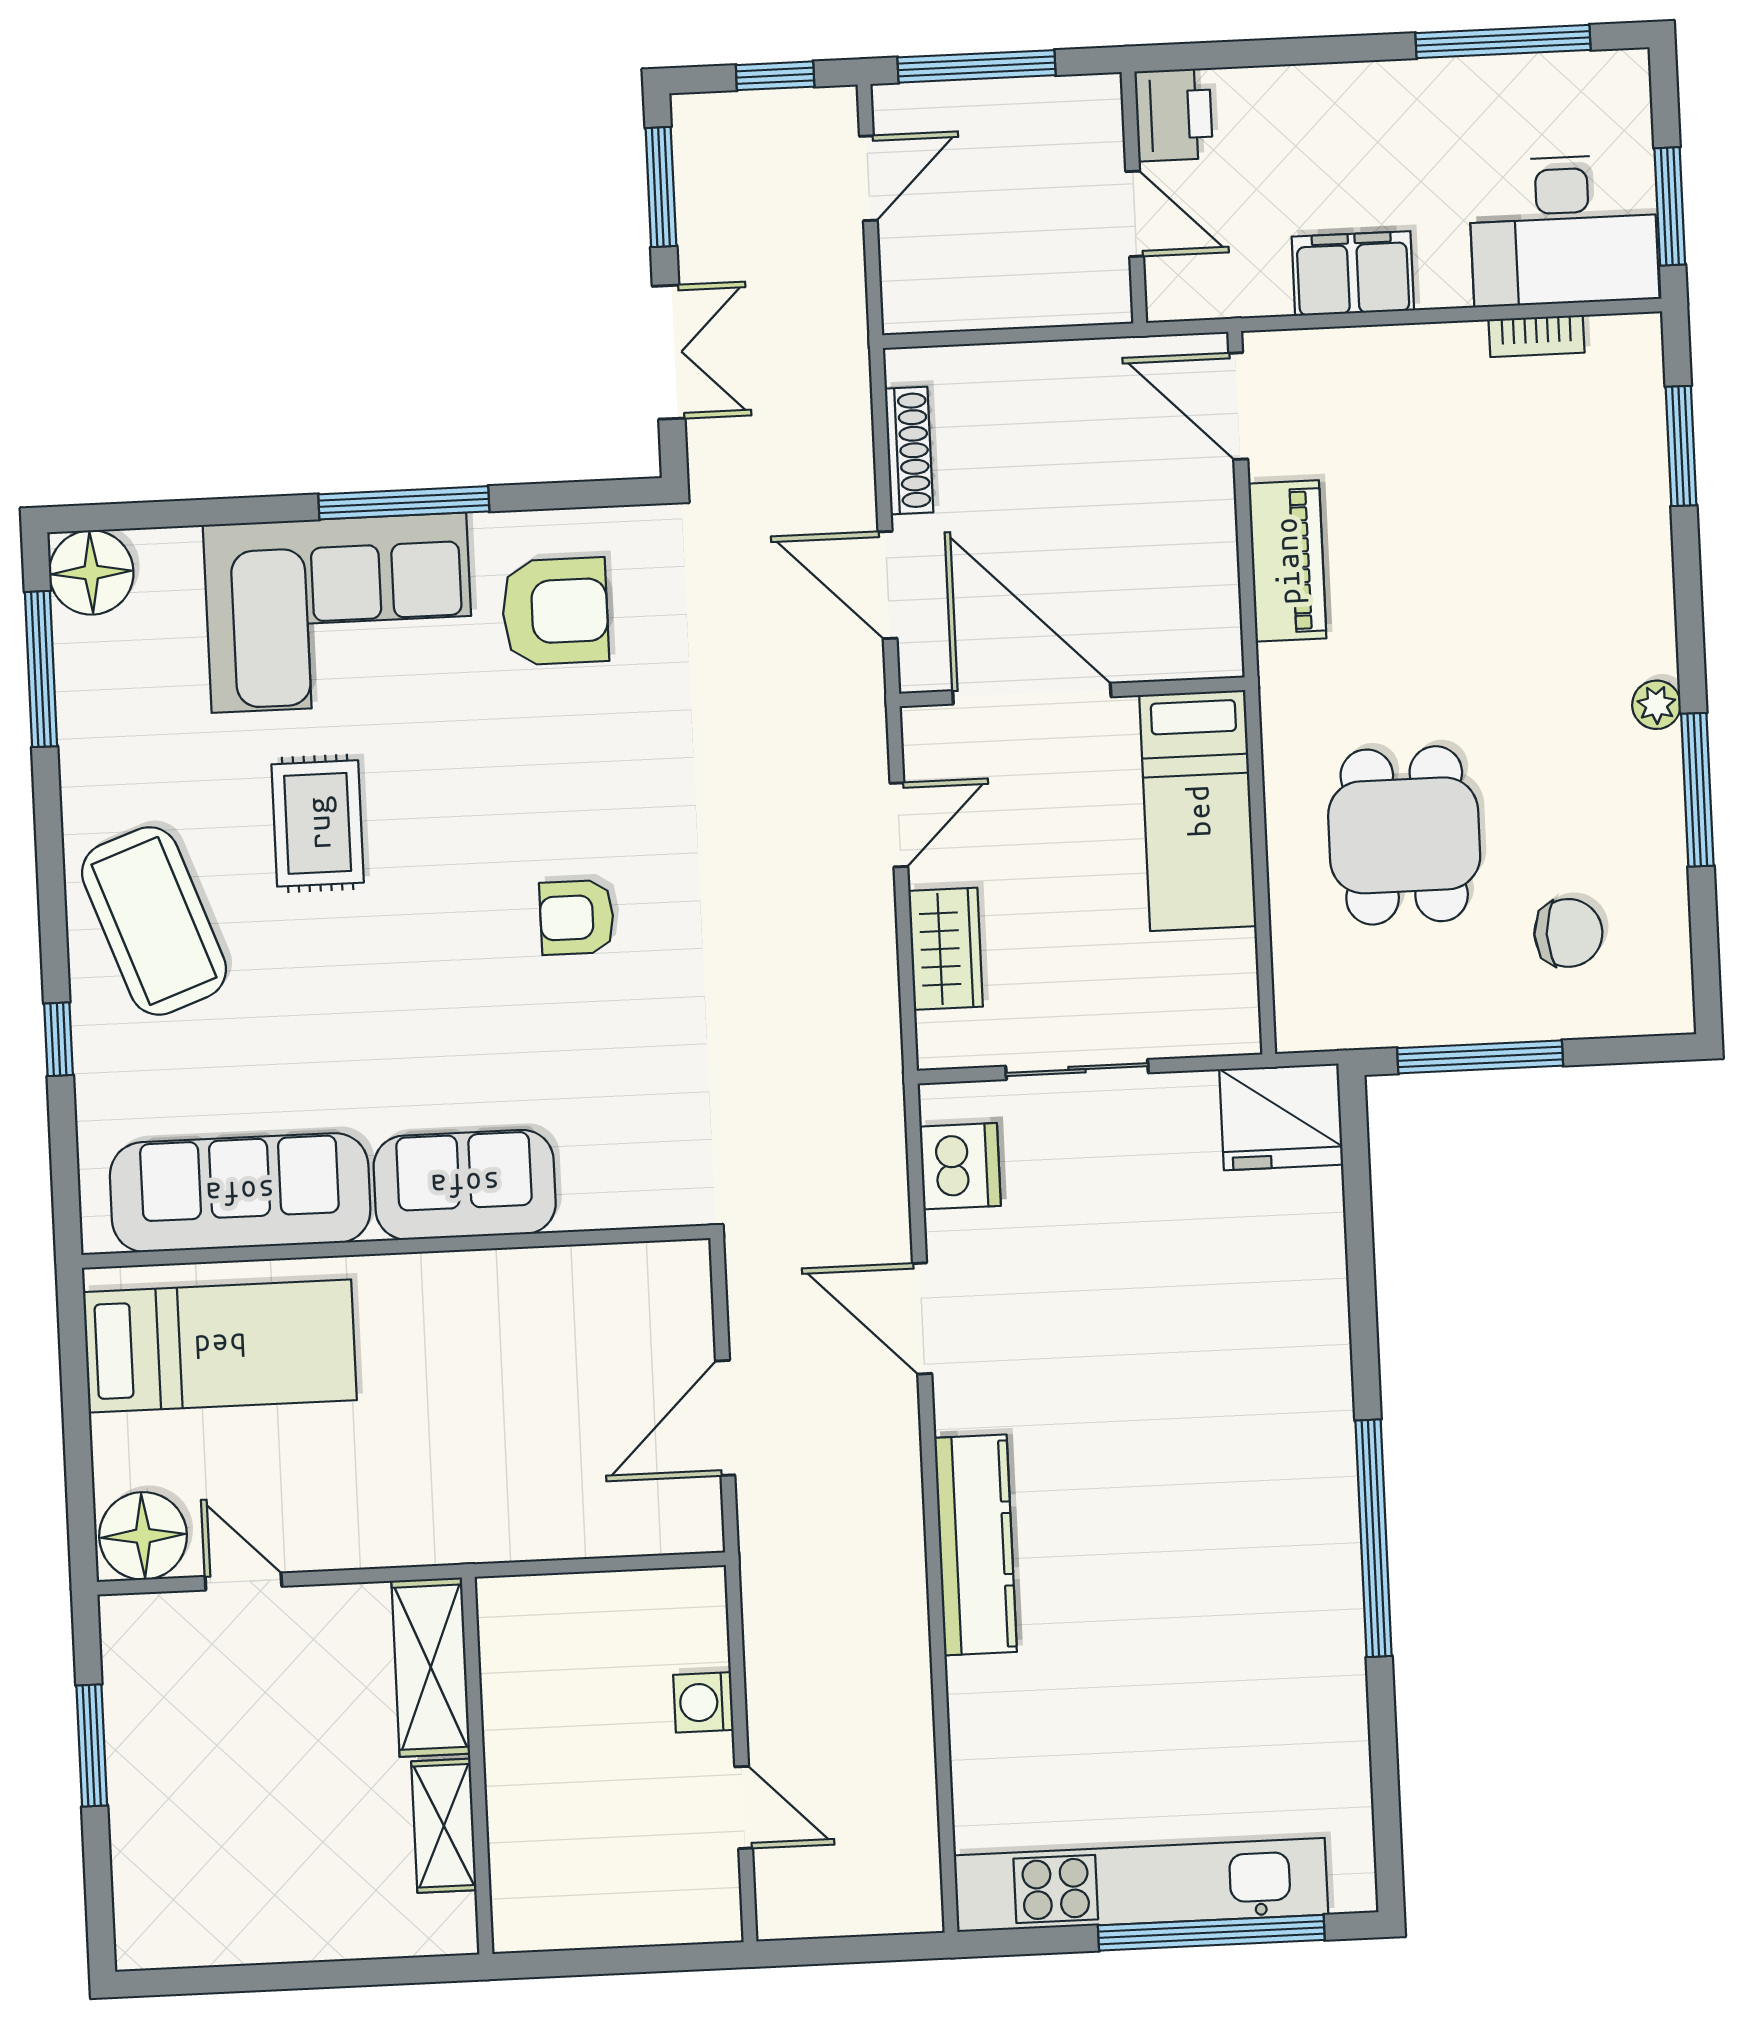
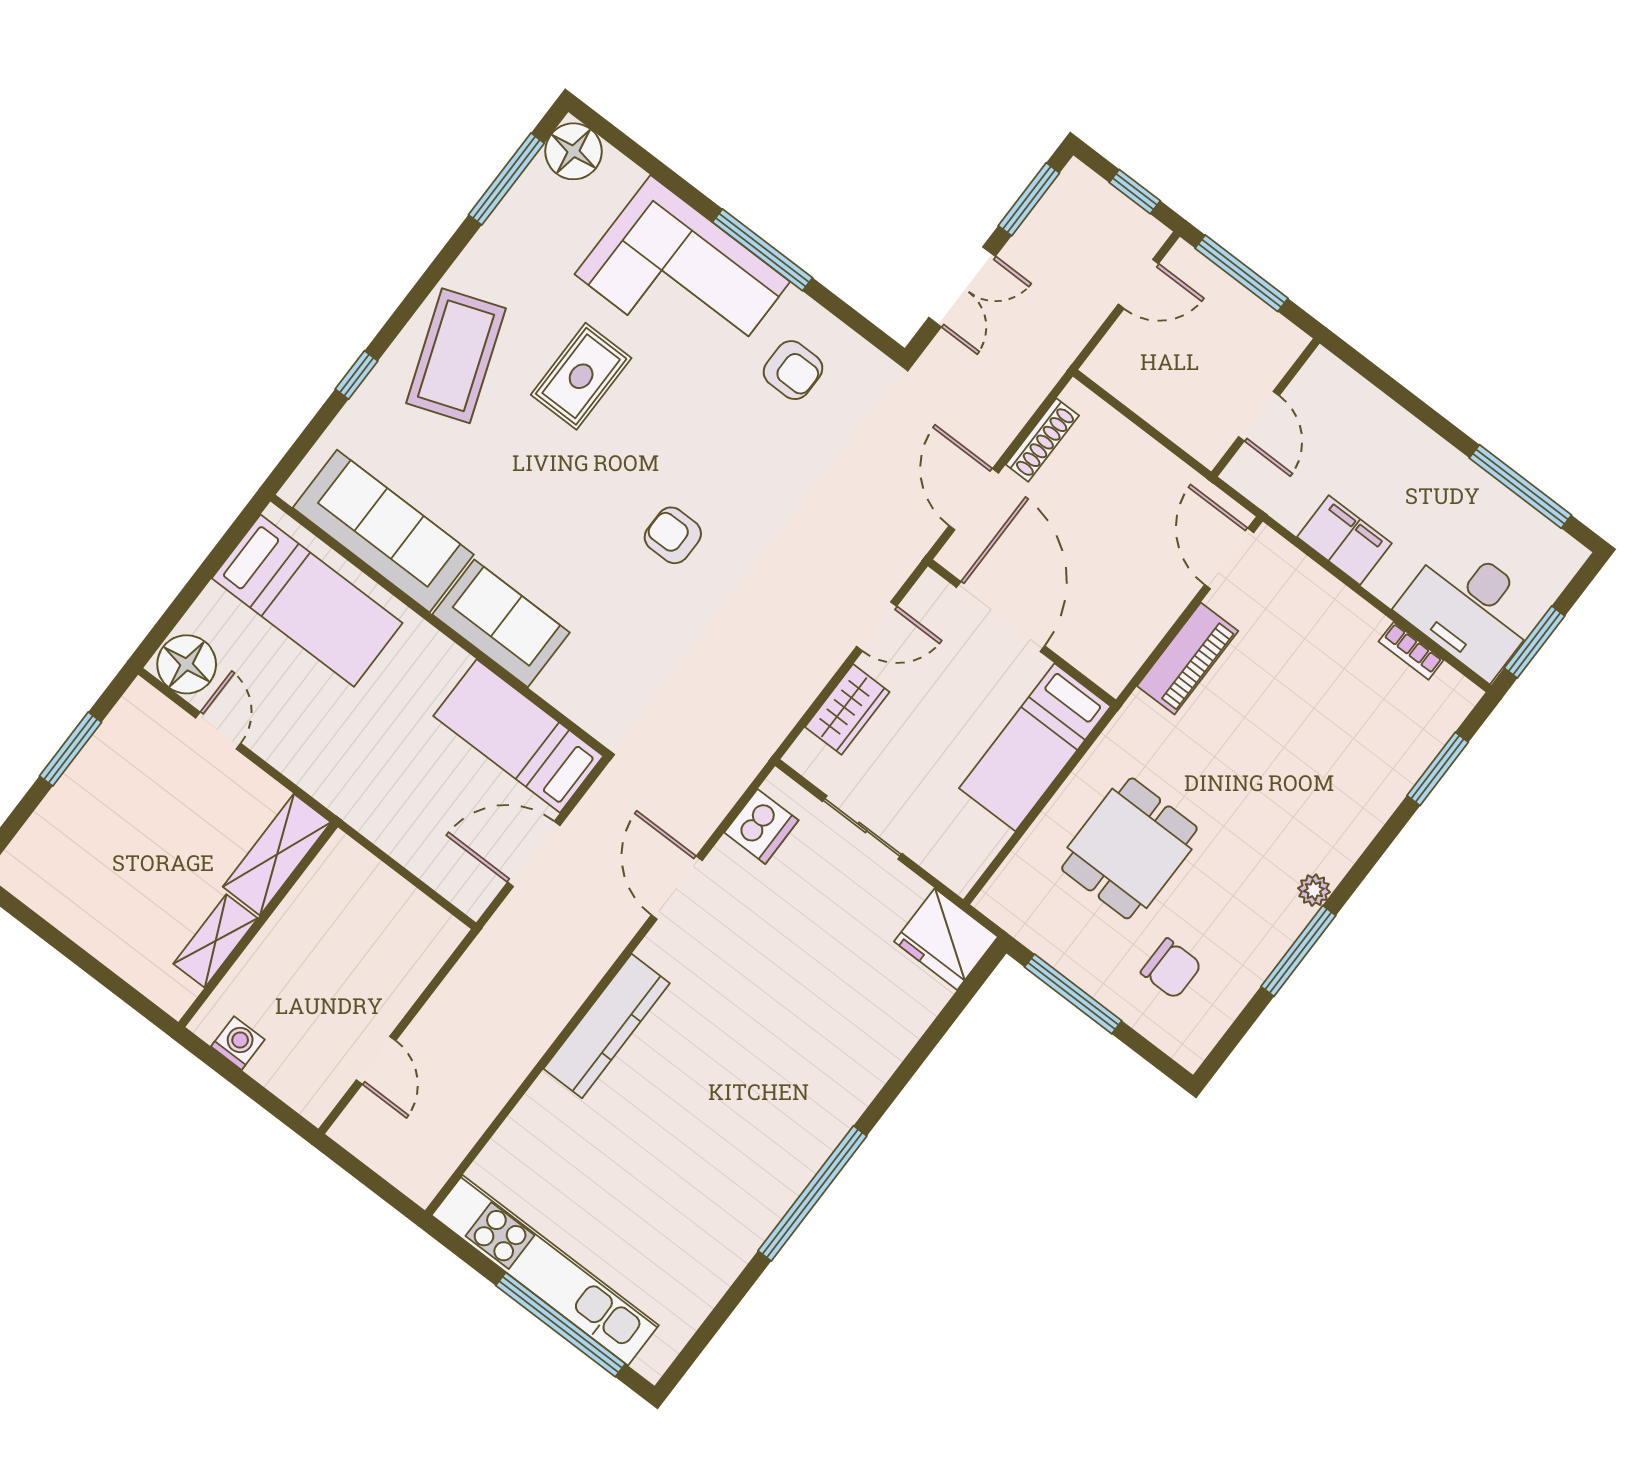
printer: (1174, 115) -> (1321, 383), removed
armchair: (555, 611) -> (793, 370), width x0.72, depth x0.72
bed: (593, 1297) -> (518, 736), added
washing machine: (703, 1702) -> (238, 1043), moved, turned 90

